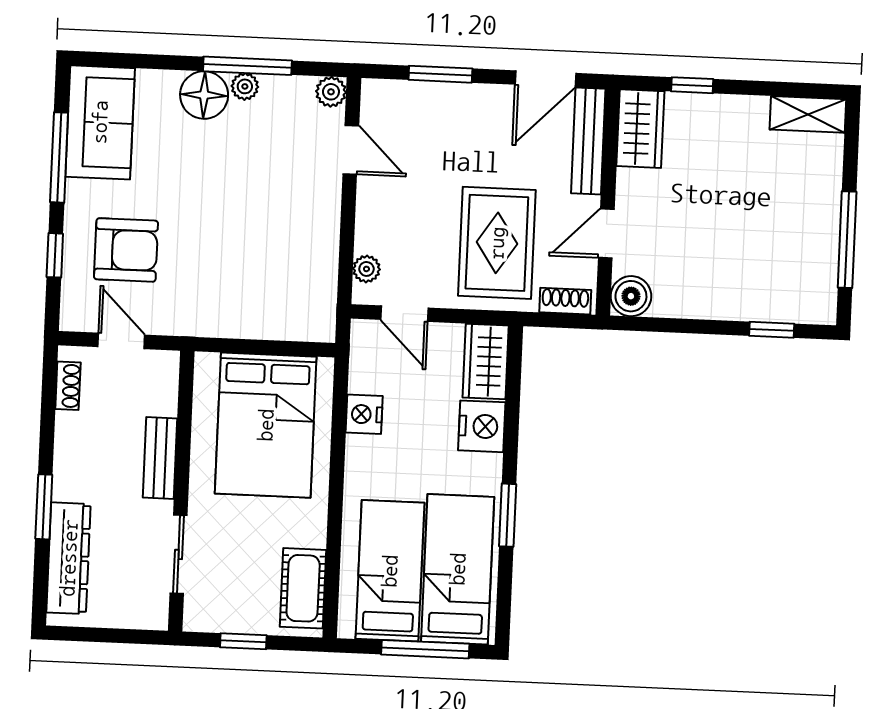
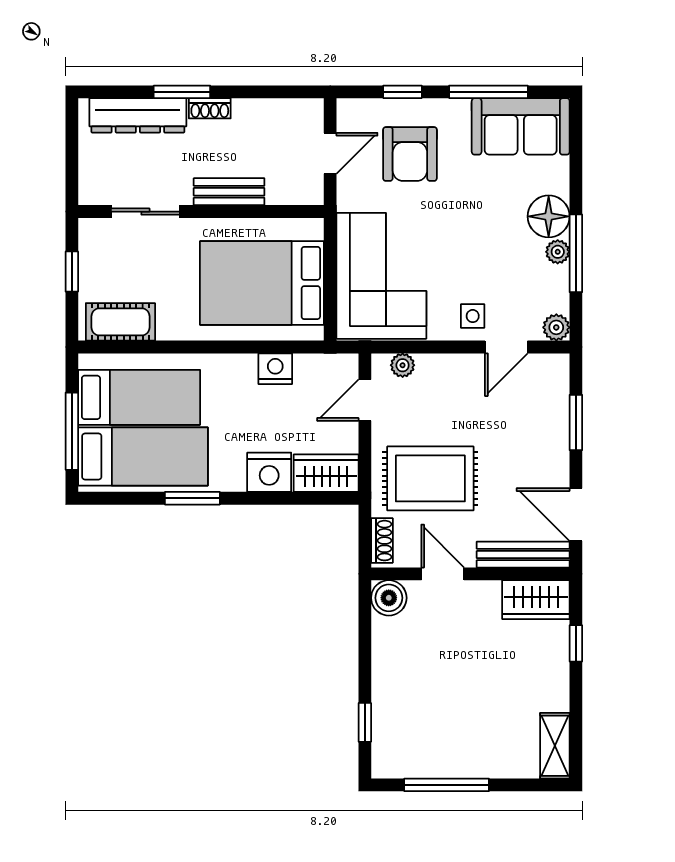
side table: (314, 187) -> (473, 316), added
corner sofa: (263, 289) -> (381, 276), added
shoe rack: (68, 386) -> (210, 108), moved

